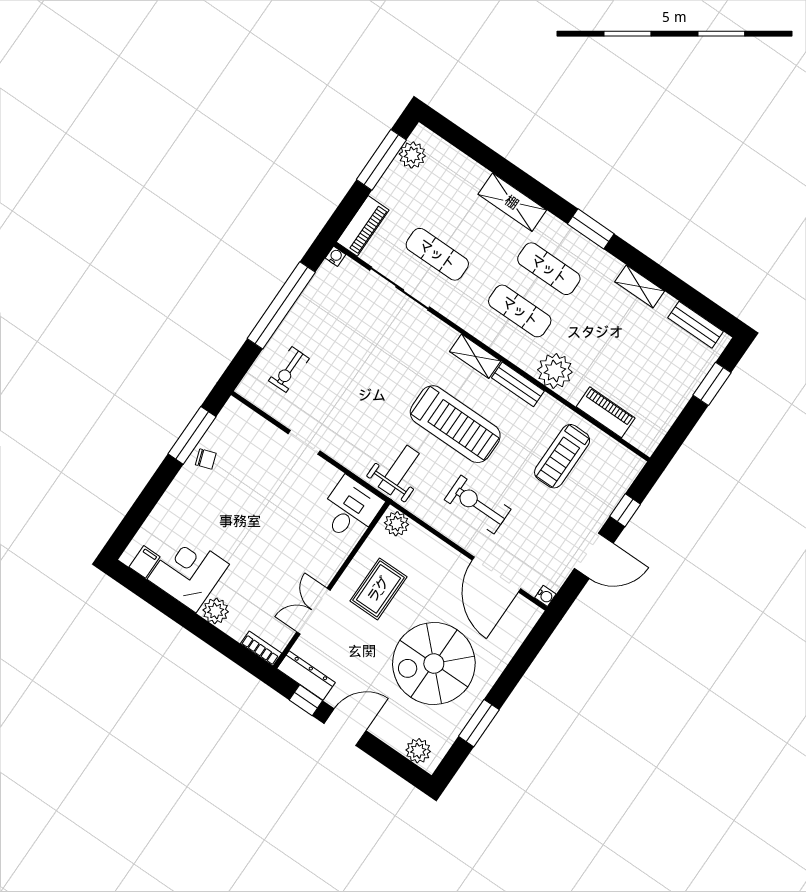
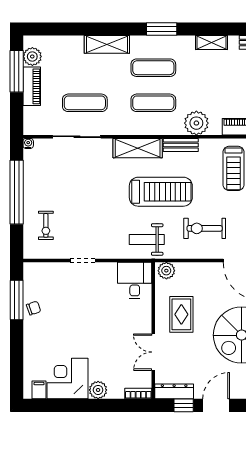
piano: (363, 226) -> (32, 86), moved
shelving: (475, 356) -> (138, 148), width x1.50, depth x1.33
weight bench: (399, 470) -> (147, 239), turned -90

